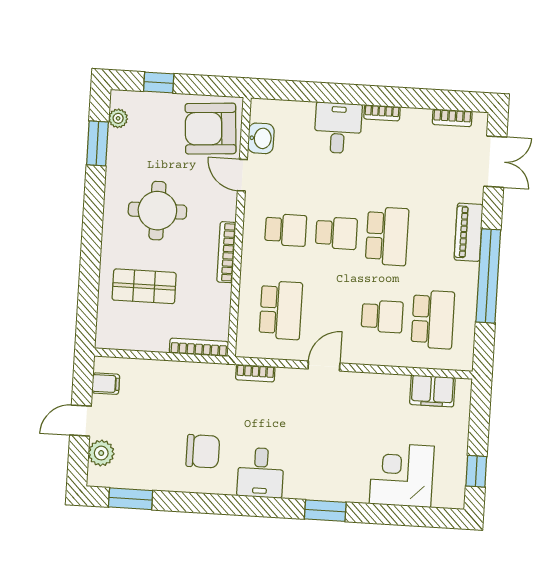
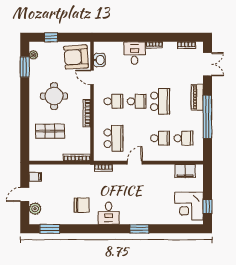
school desk: (433, 319) -> (183, 138), width x0.54
corner desk: (402, 475) -> (189, 206), moved, turned -90

